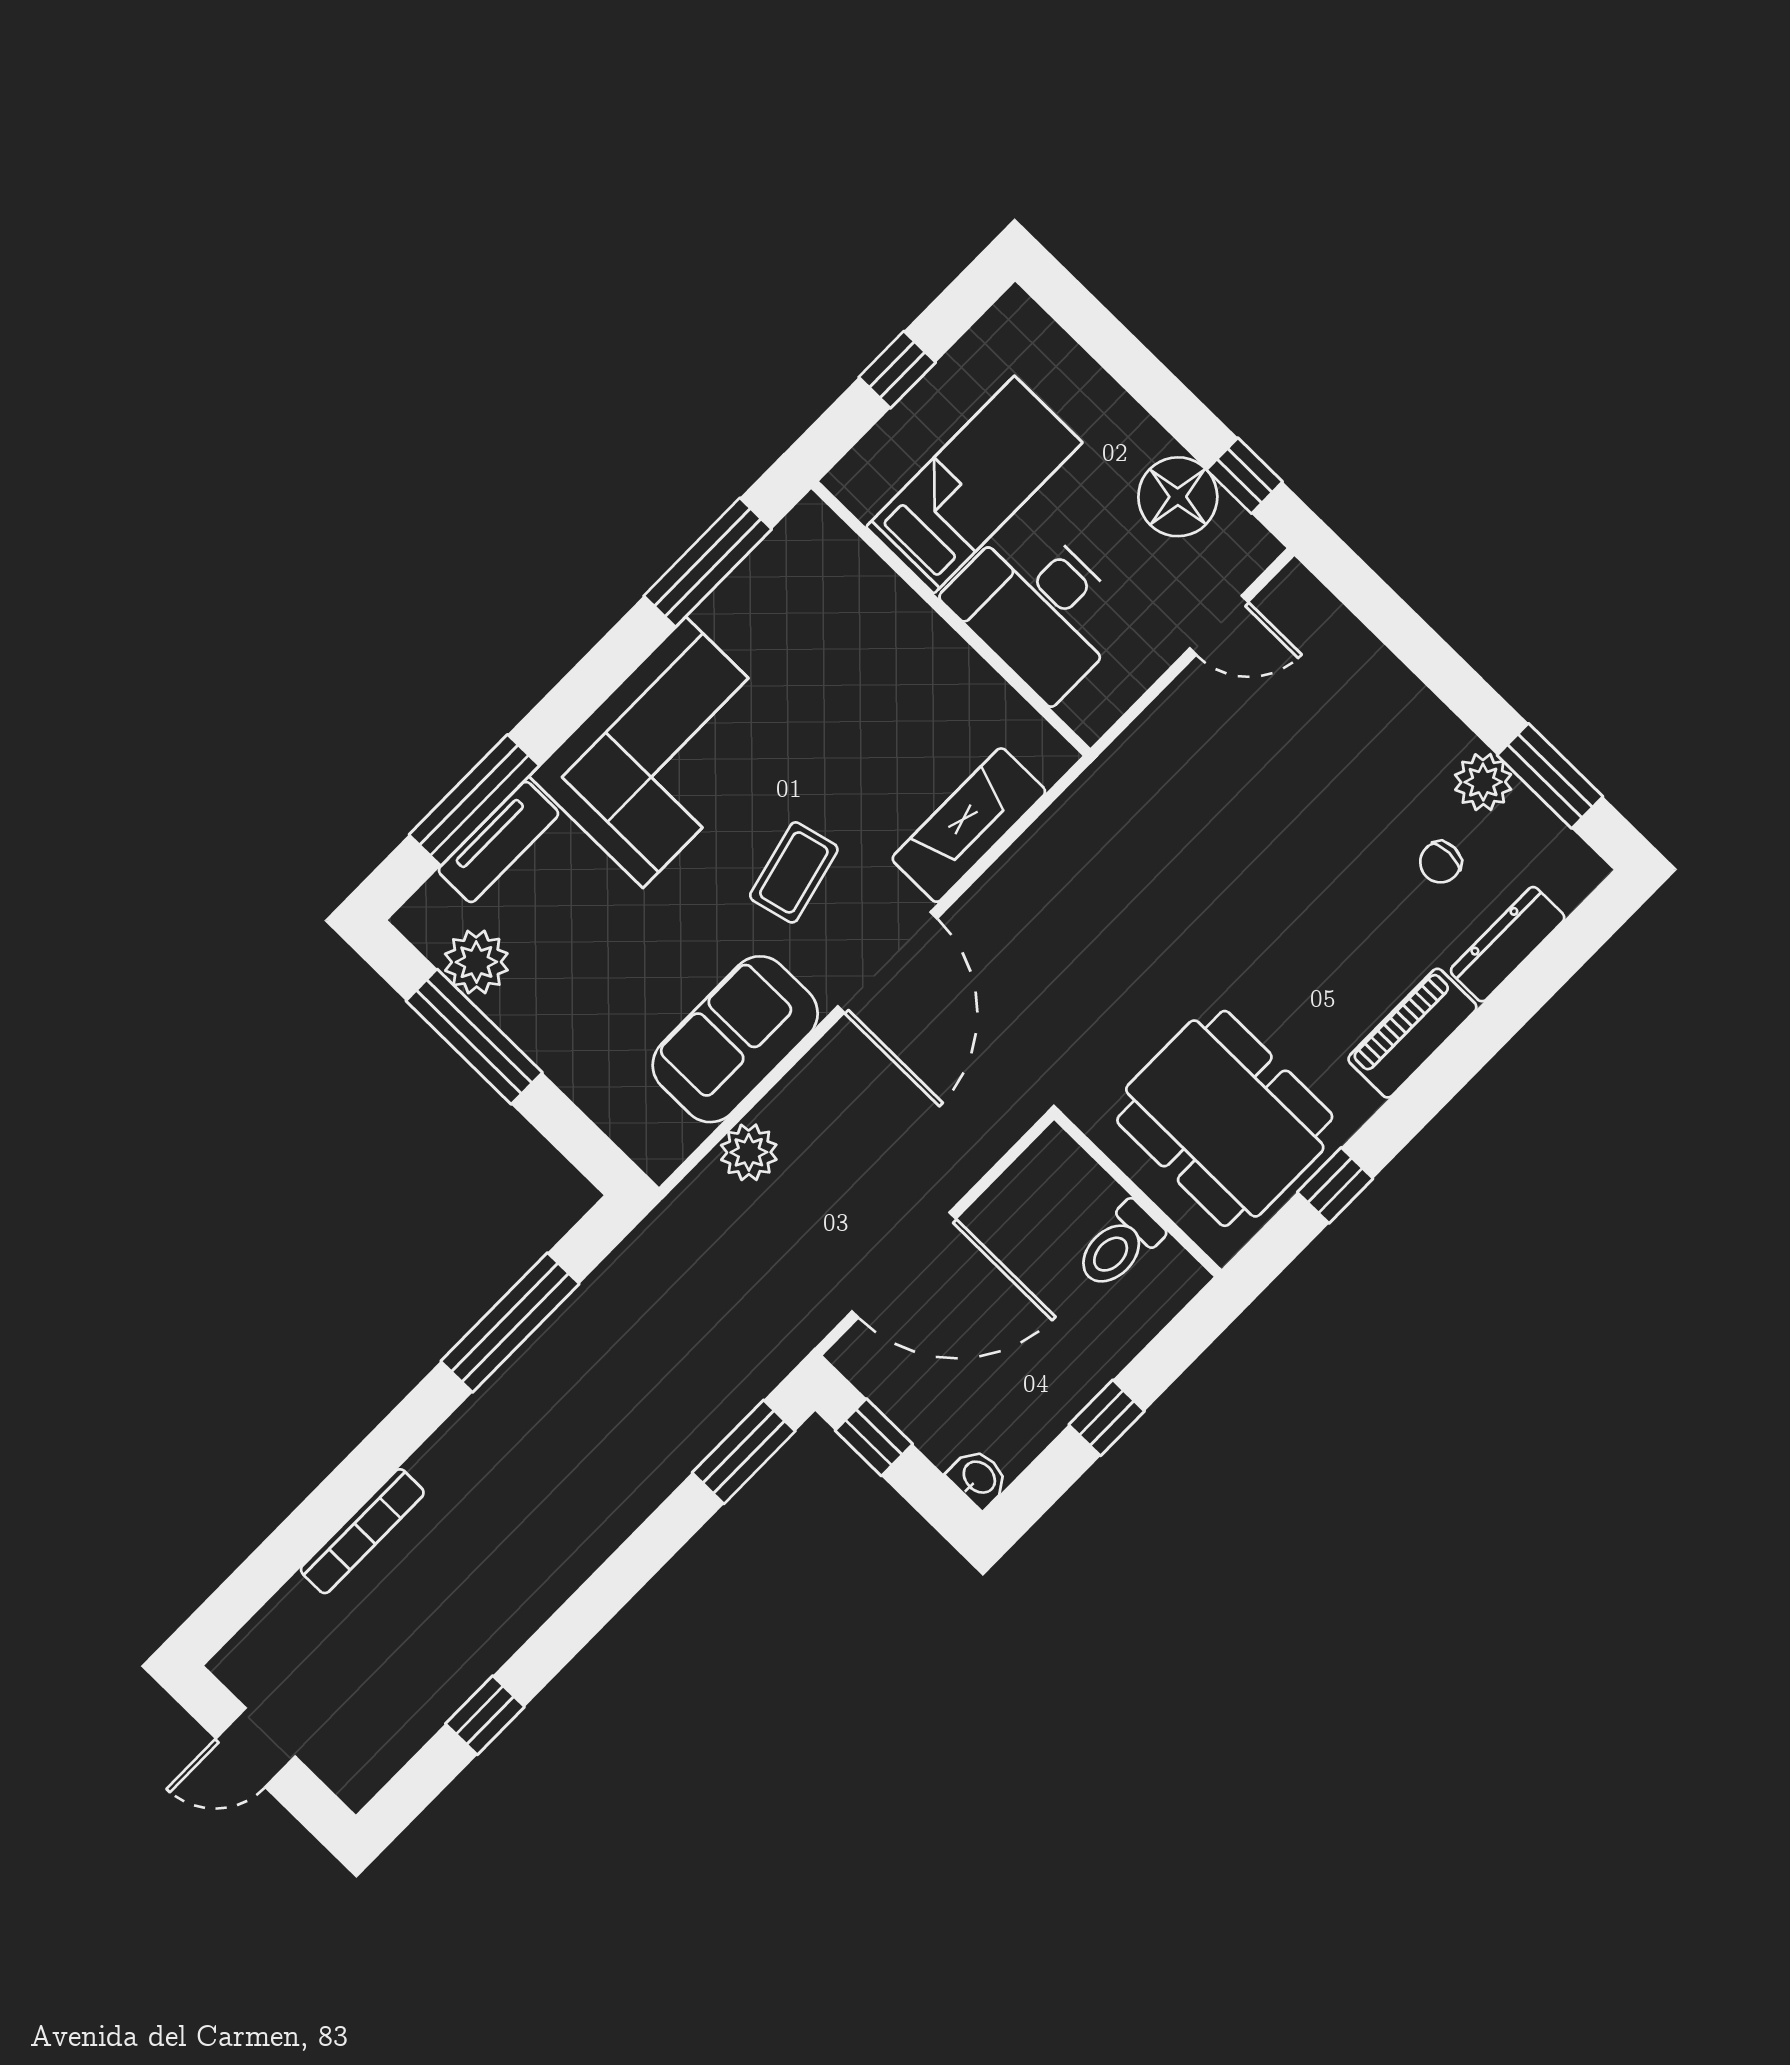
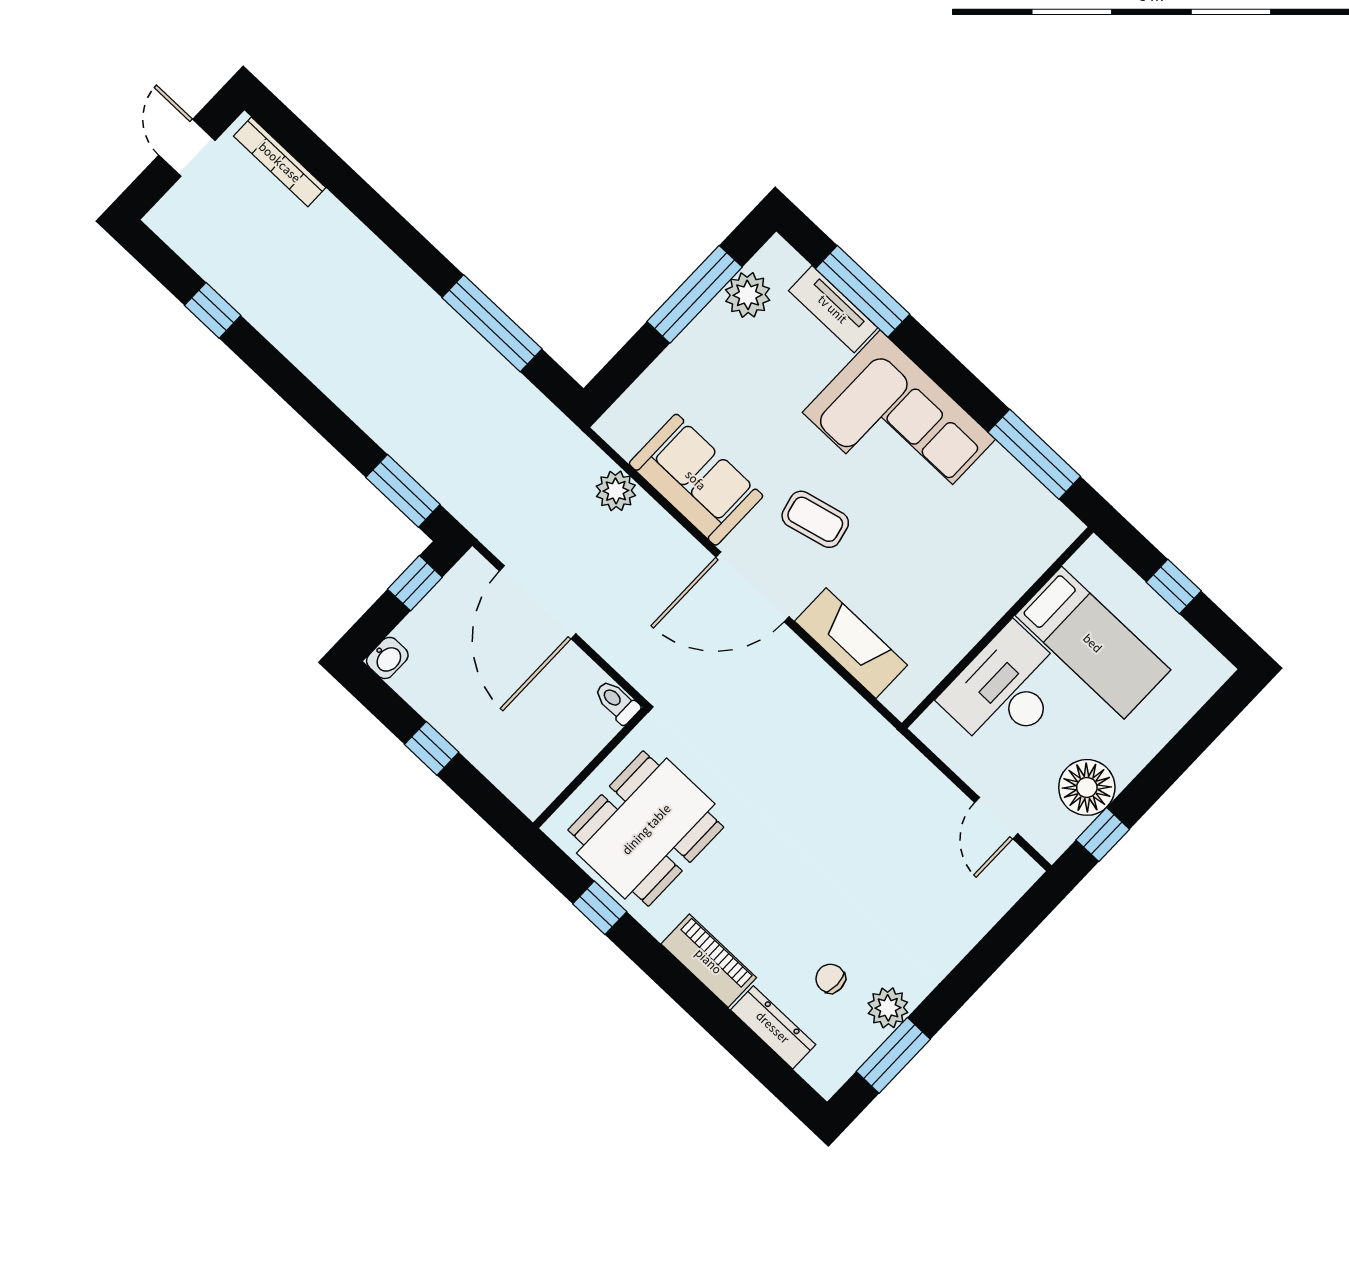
toilet: (1119, 1245) -> (617, 702), moved, width x0.73, depth x0.72
bookcase: (362, 1531) -> (280, 162), moved

